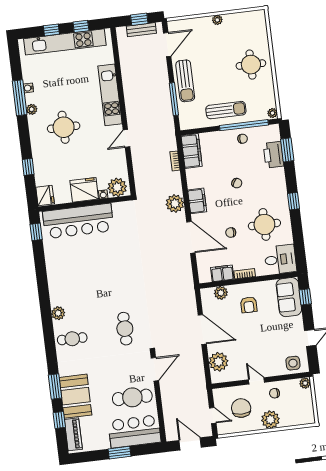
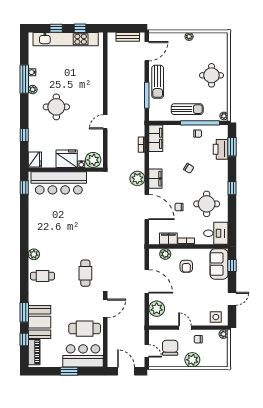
window: (139, 19) -> (127, 28), removed
kitchen unit: (110, 95) -> (96, 86), removed

